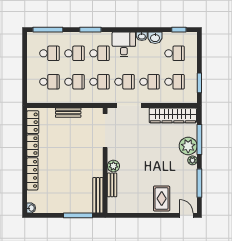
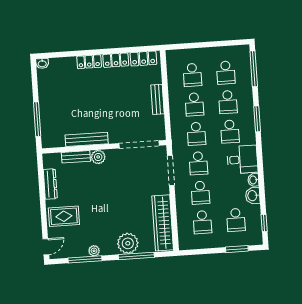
window: (199, 83) -> (237, 249), moved
plant: (192, 160) -> (94, 251), moved
locker: (32, 174) -> (89, 62), width x0.66
bench: (98, 195) -> (87, 139), moved
dresser: (133, 208) -> (50, 184), added

